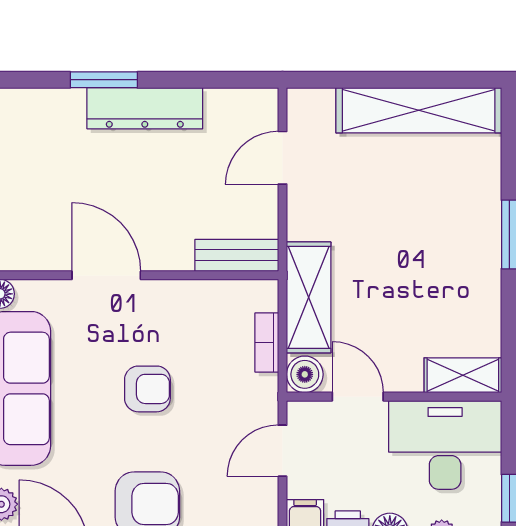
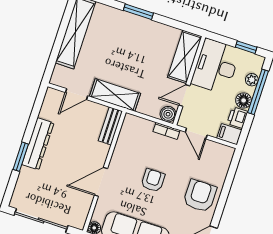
door: (283, 158) -> (77, 94), hinge flipped
shelving: (309, 297) -> (115, 95), moved
bookcase: (267, 342) -> (167, 131), moved
shelving: (463, 375) -> (185, 57), width x1.50, depth x1.33

